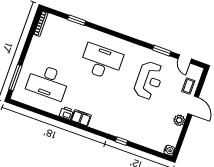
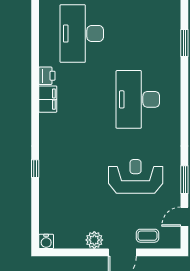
desk: (101, 62) -> (138, 99), turned 180
reception desk: (149, 80) -> (136, 176), turned 180

